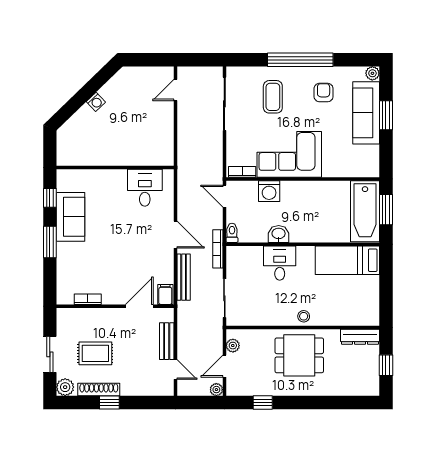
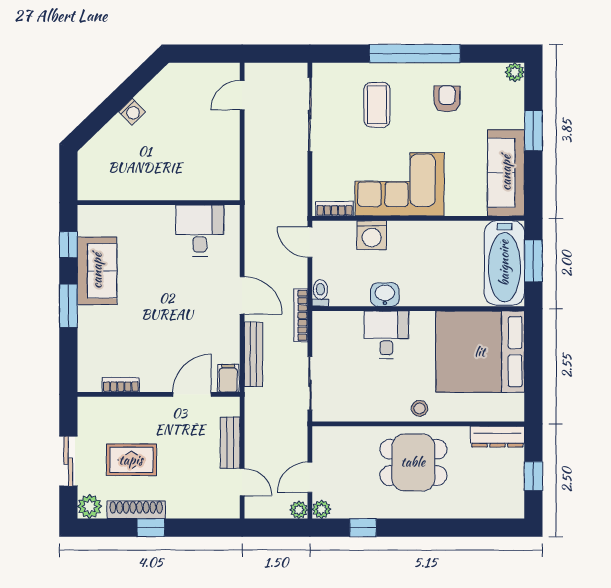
sofa: (366, 113) -> (506, 173), moved
bed: (347, 260) -> (480, 352), width x2.04
plant: (233, 346) -> (322, 509), moved

